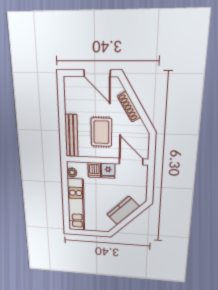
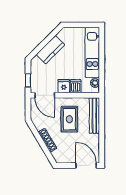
door: (97, 73) -> (86, 166), moved
window: (150, 179) -> (28, 80), added

